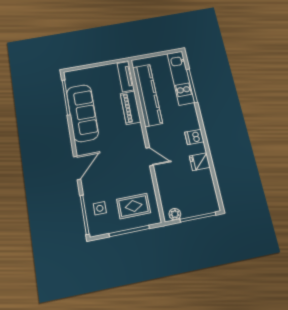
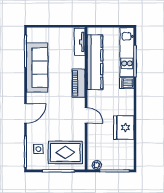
piano: (131, 108) -> (79, 83), moved
dishwasher: (194, 137) -> (127, 83), moved
fridge: (200, 162) -> (124, 128), width x1.88, depth x1.34
rug: (134, 206) -> (65, 152), width x1.36, depth x1.43

